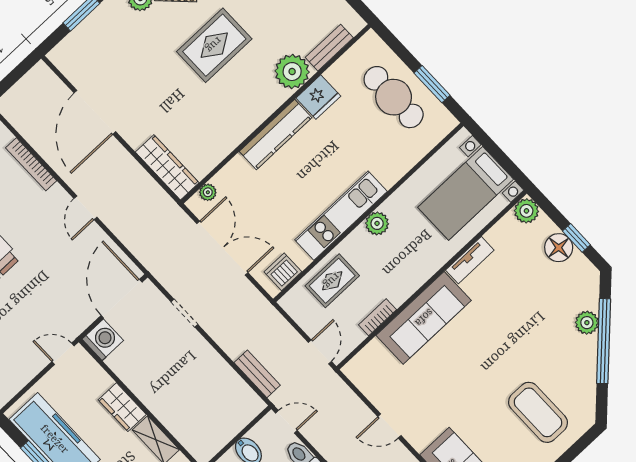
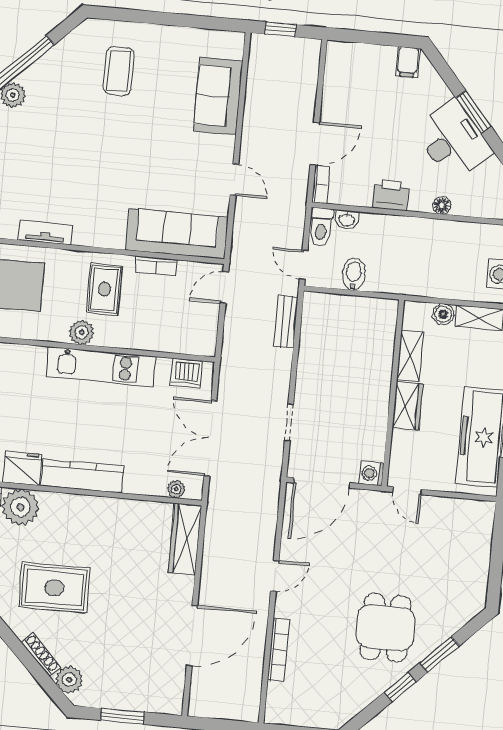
rug: (332, 281) -> (104, 289), moved, turned 90
sofa: (424, 318) -> (177, 234), moved
washing machine: (103, 340) -> (372, 474), width x0.73, depth x0.73
coffee table: (538, 412) -> (119, 71), width x0.73, depth x0.76

